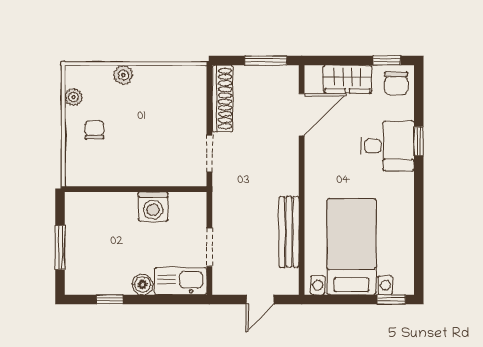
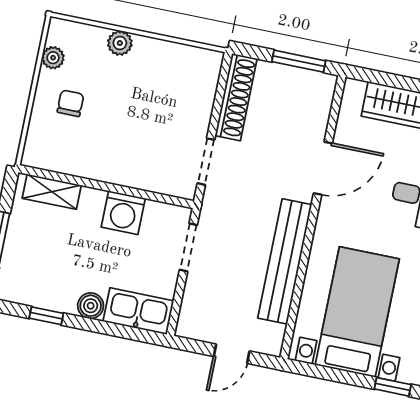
door: (302, 115) -> (323, 168), moved
shelving: (94, 202) -> (52, 192), added
bench: (289, 232) -> (285, 261), width x1.37, depth x1.21
doorway: (209, 247) -> (188, 247), moved

